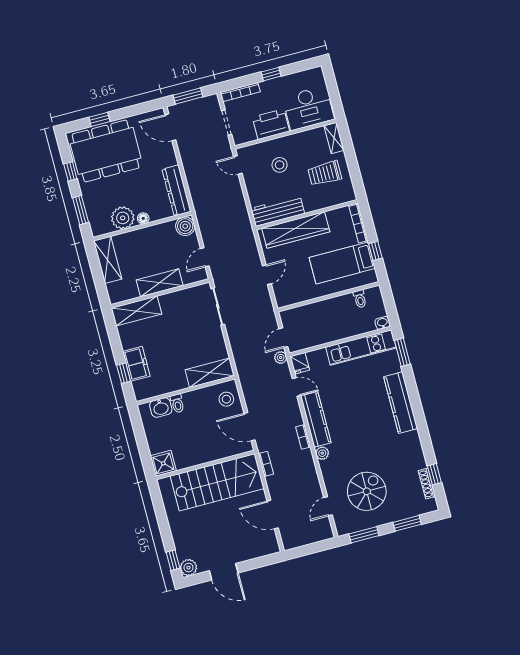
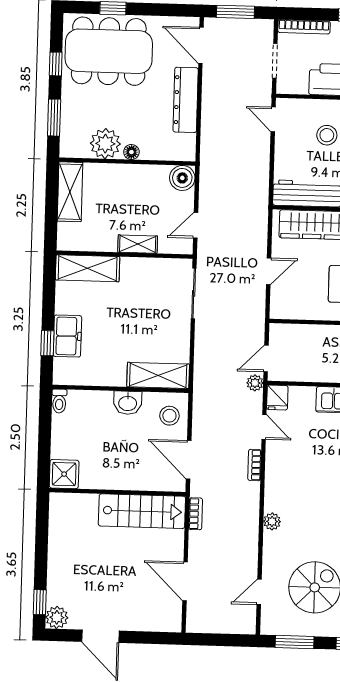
dresser: (176, 190) -> (186, 100), moved
shelving: (160, 283) -> (138, 244), width x0.67, depth x0.75
toilet: (177, 403) -> (59, 401), moved
washbasin: (161, 407) -> (128, 403), moved
kitchen counter: (316, 419) -> (277, 476), removed
bookcase: (303, 437) -> (255, 465), moved
stairs: (217, 482) -> (142, 511), width x0.73, depth x0.66

